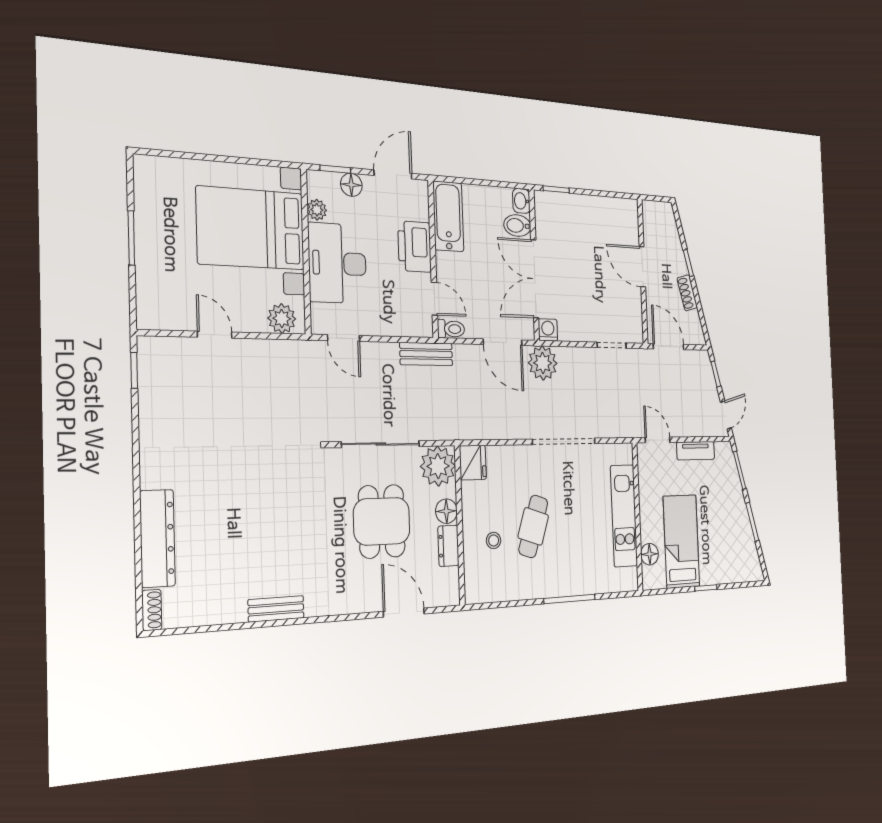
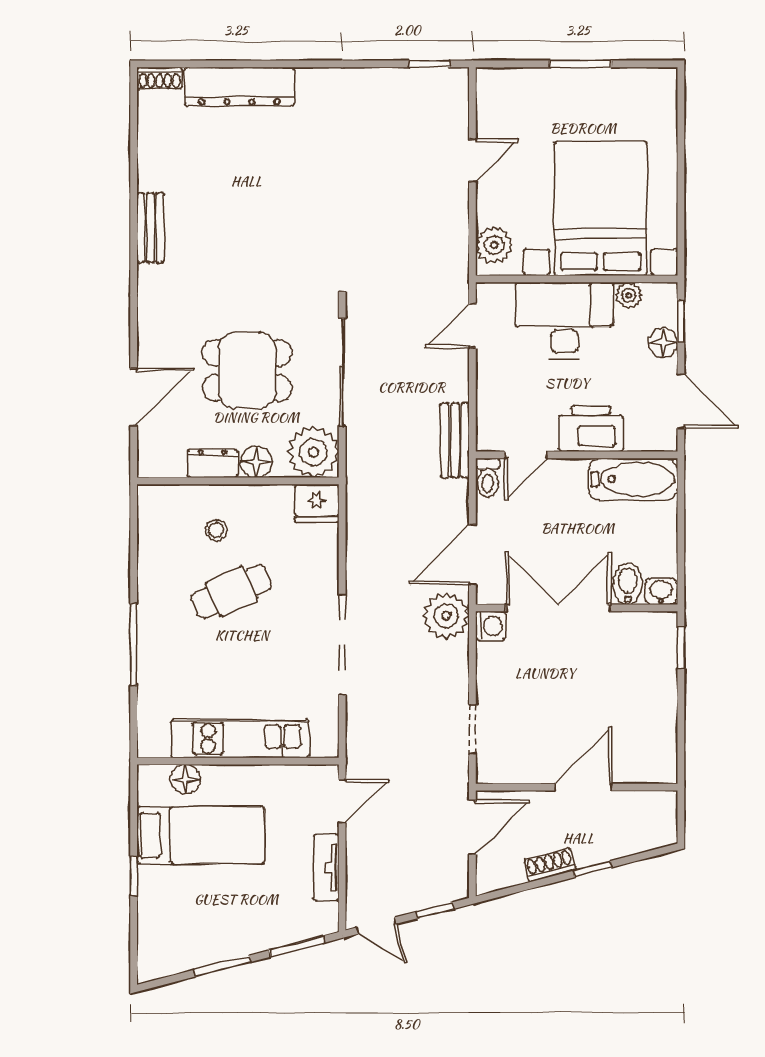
cafe table: (533, 526) -> (232, 591), turned -42

